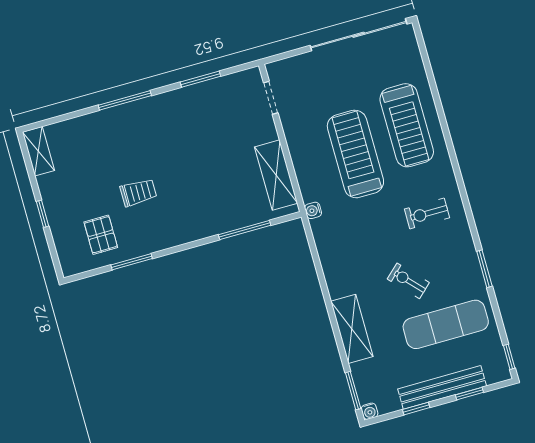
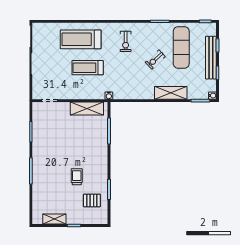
treadmill: (407, 125) -> (81, 39), turned 180
shelving: (38, 151) -> (54, 219), moved
treadmill: (355, 154) -> (88, 68), width x0.73, depth x0.73

